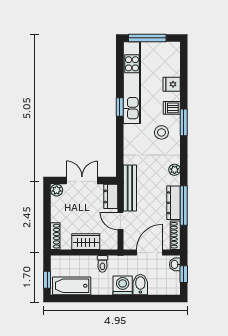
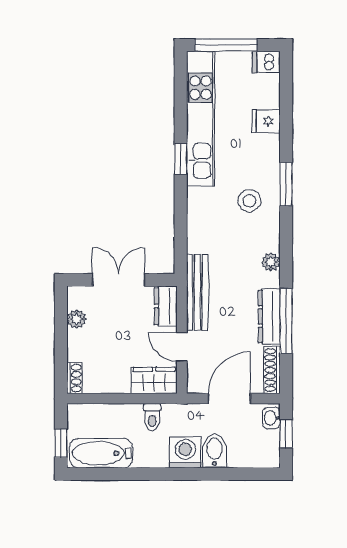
dishwasher: (172, 108) -> (266, 62), moved
plant: (57, 190) -> (77, 319), moved
shoe rack: (55, 236) -> (74, 378), width x0.70
wardrobe: (86, 242) -> (154, 380), moved

